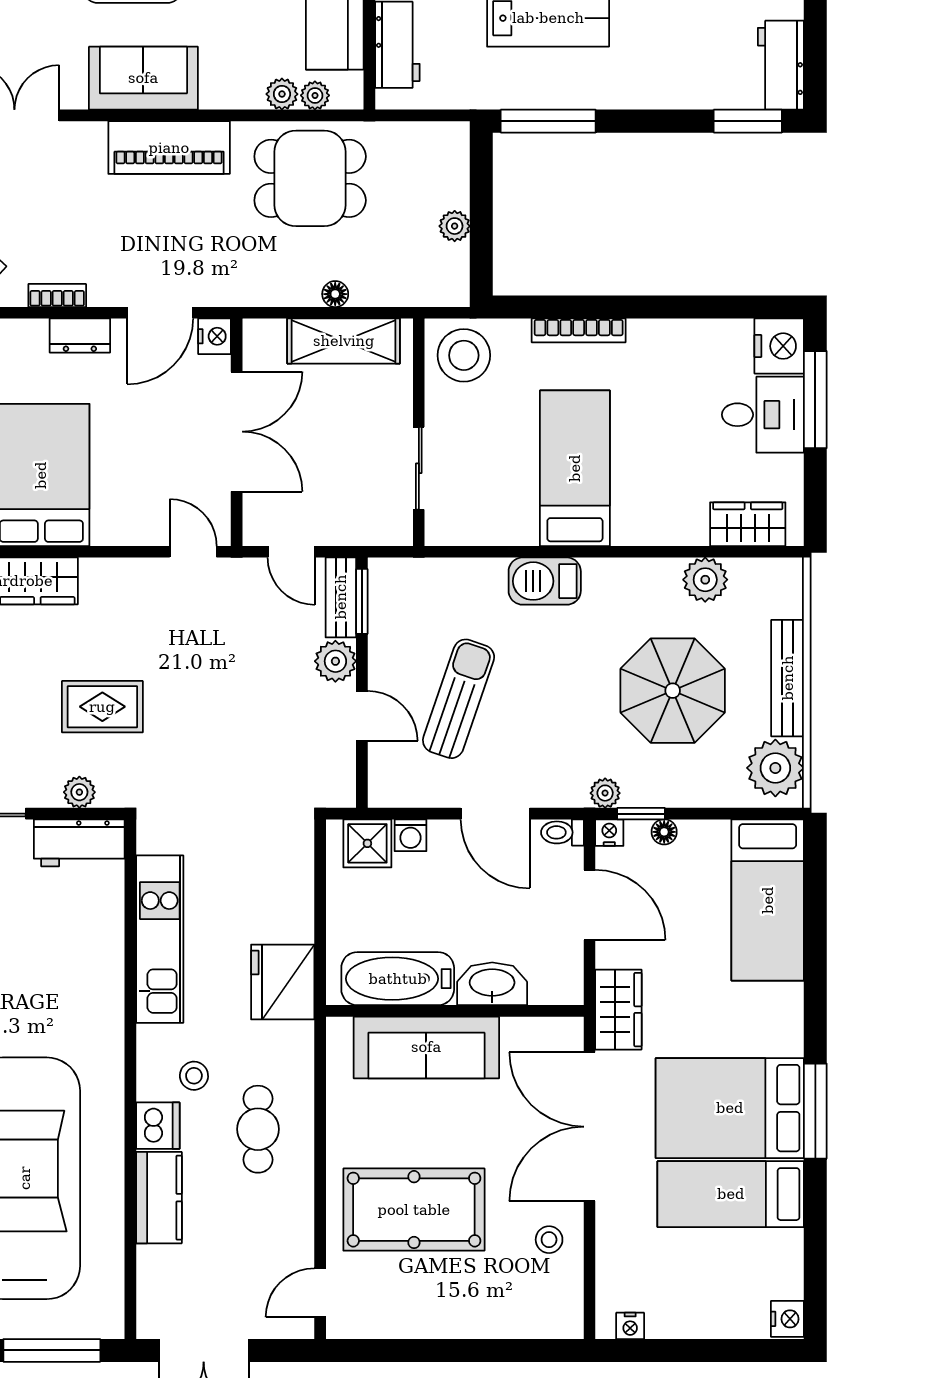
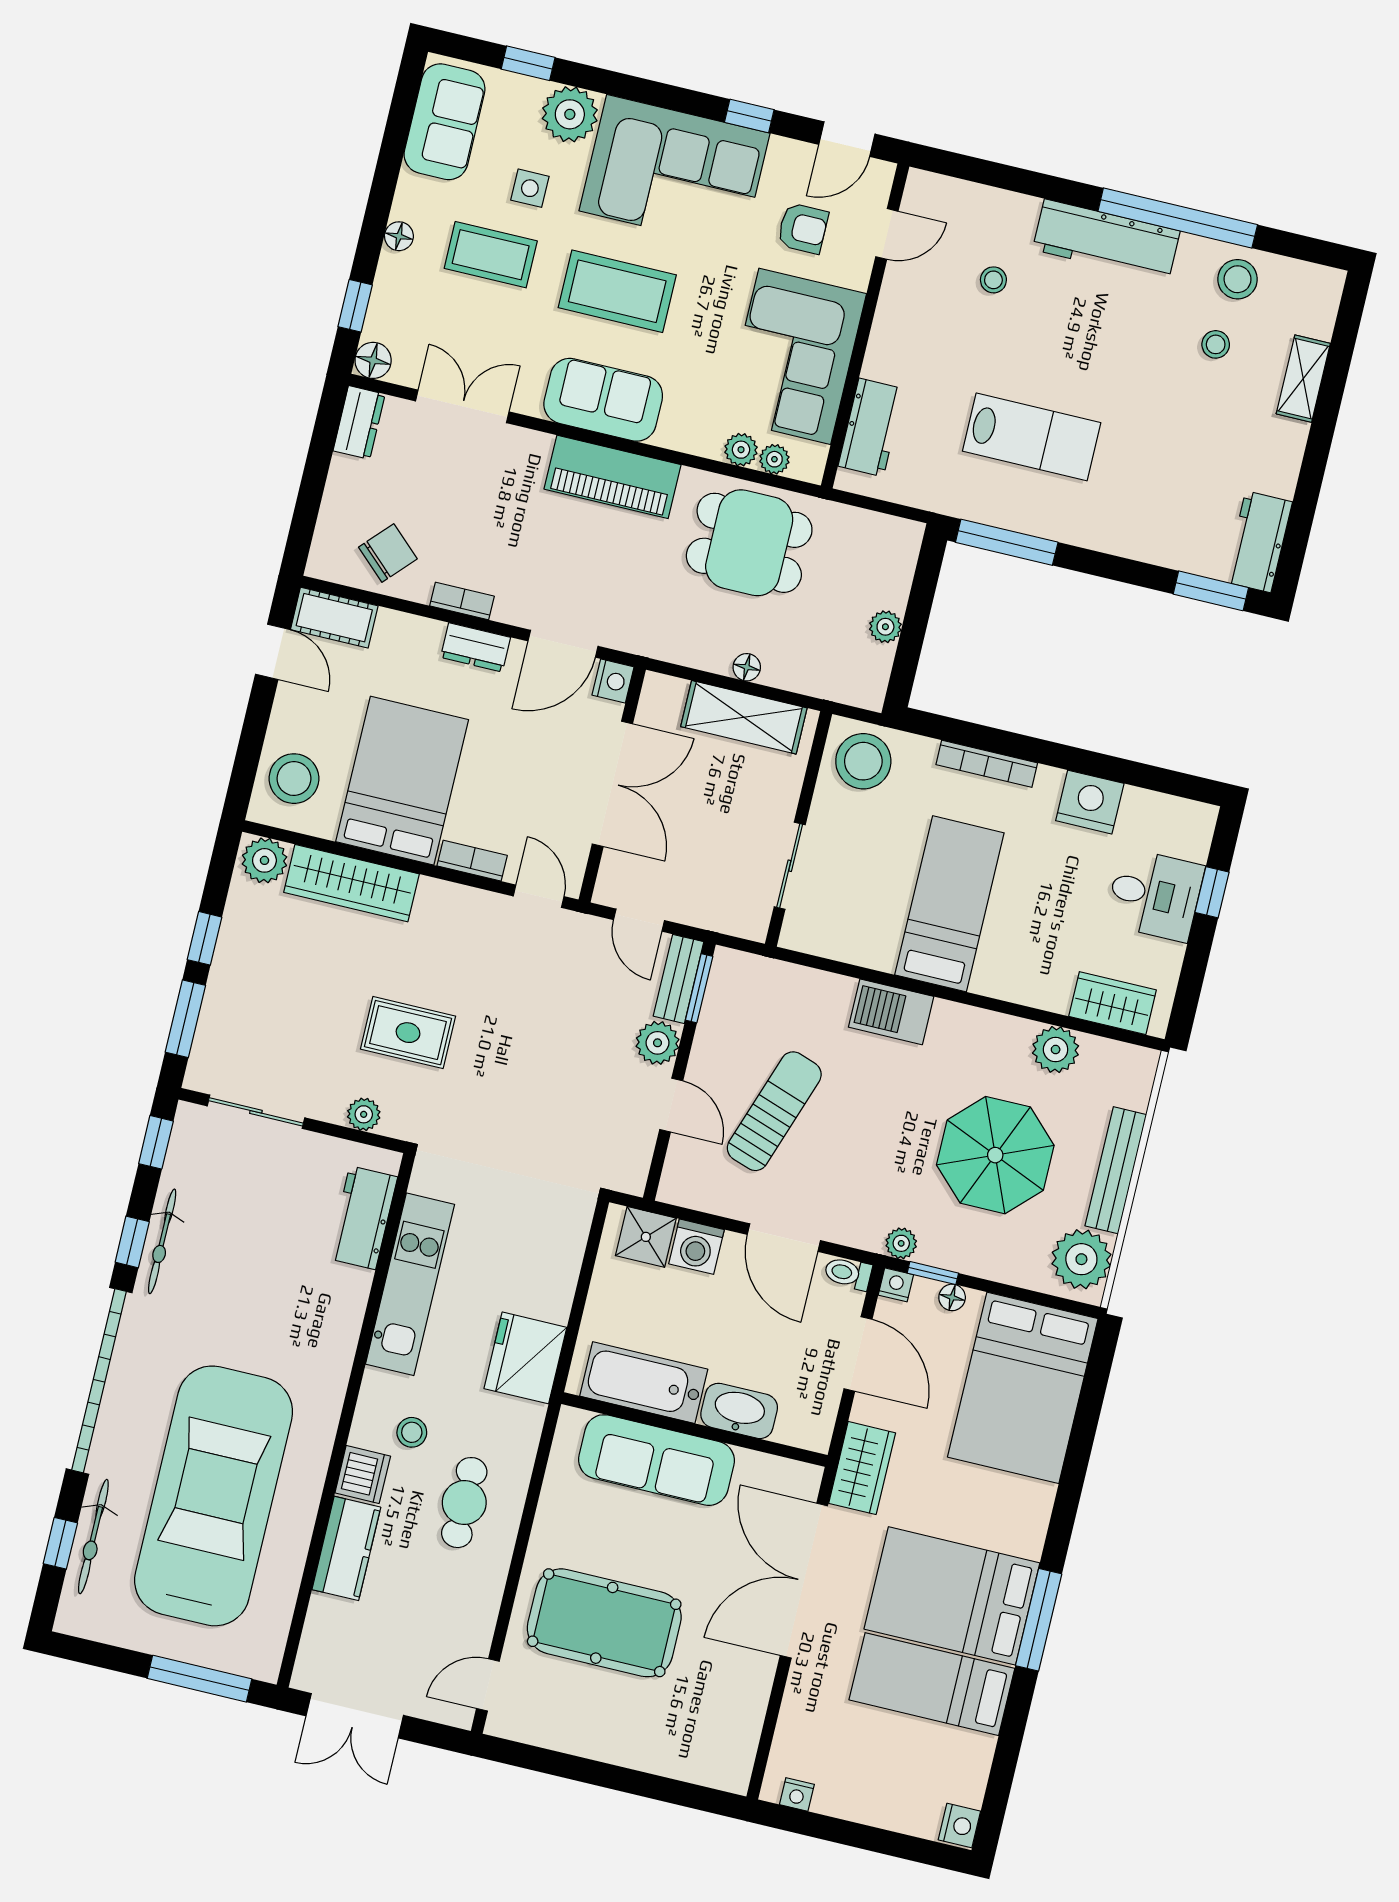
nightstand: (779, 346) -> (1090, 802), moved, turned -90
window: (815, 400) -> (1212, 892), width x0.46
bookcase: (124, 534) -> (472, 861), added
washing machine: (410, 835) -> (697, 1247), width x1.38, depth x1.38
workbench: (79, 843) -> (363, 1218), moved, turned 90
bed: (768, 900) -> (1023, 1388), width x1.50
stool: (549, 1240) -> (735, 1686), removed

